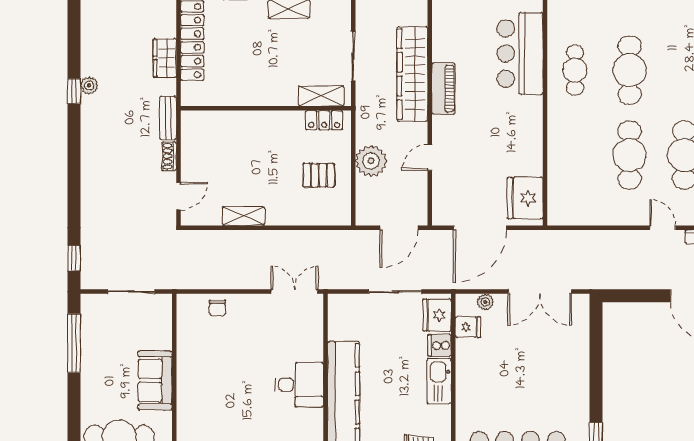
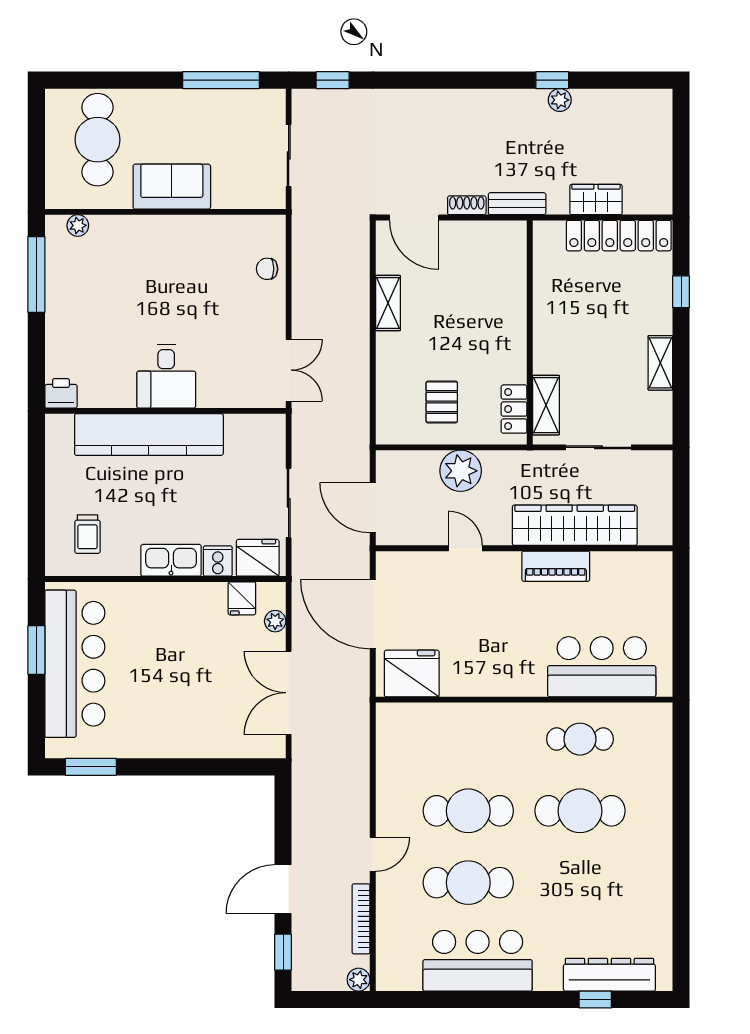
door: (178, 196) -> (414, 217), width x1.38

